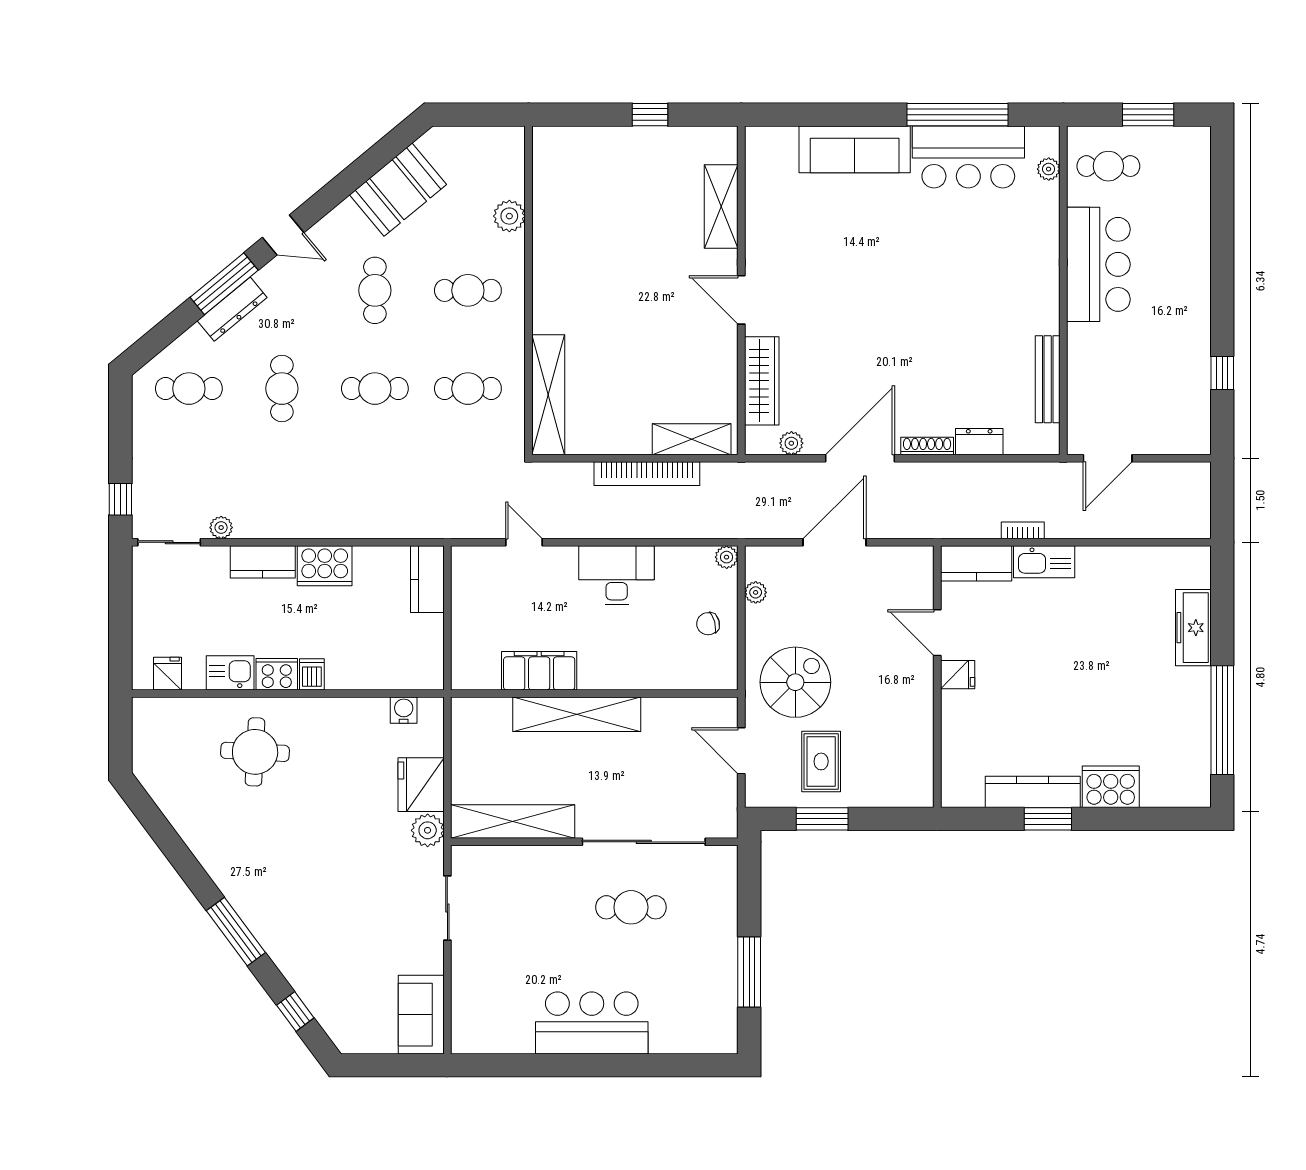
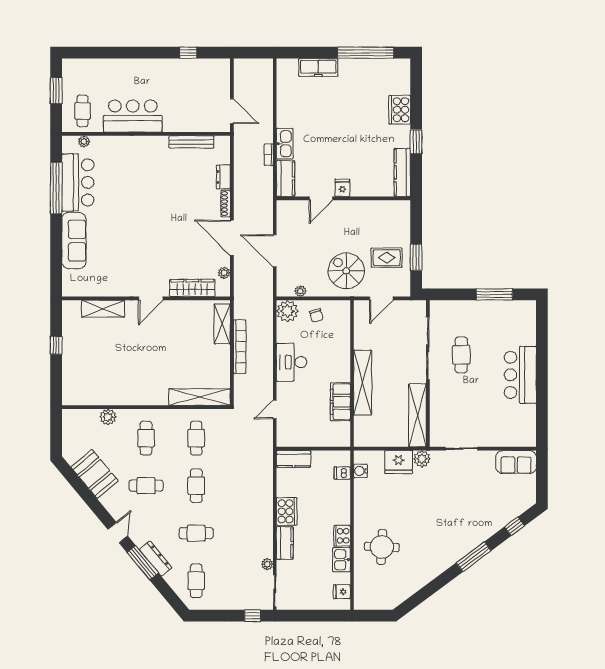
plant: (727, 557) -> (287, 311), width x1.87, depth x1.87
dishwasher: (312, 674) -> (342, 473), moved
kitchen counter: (1033, 792) -> (402, 172), moved

